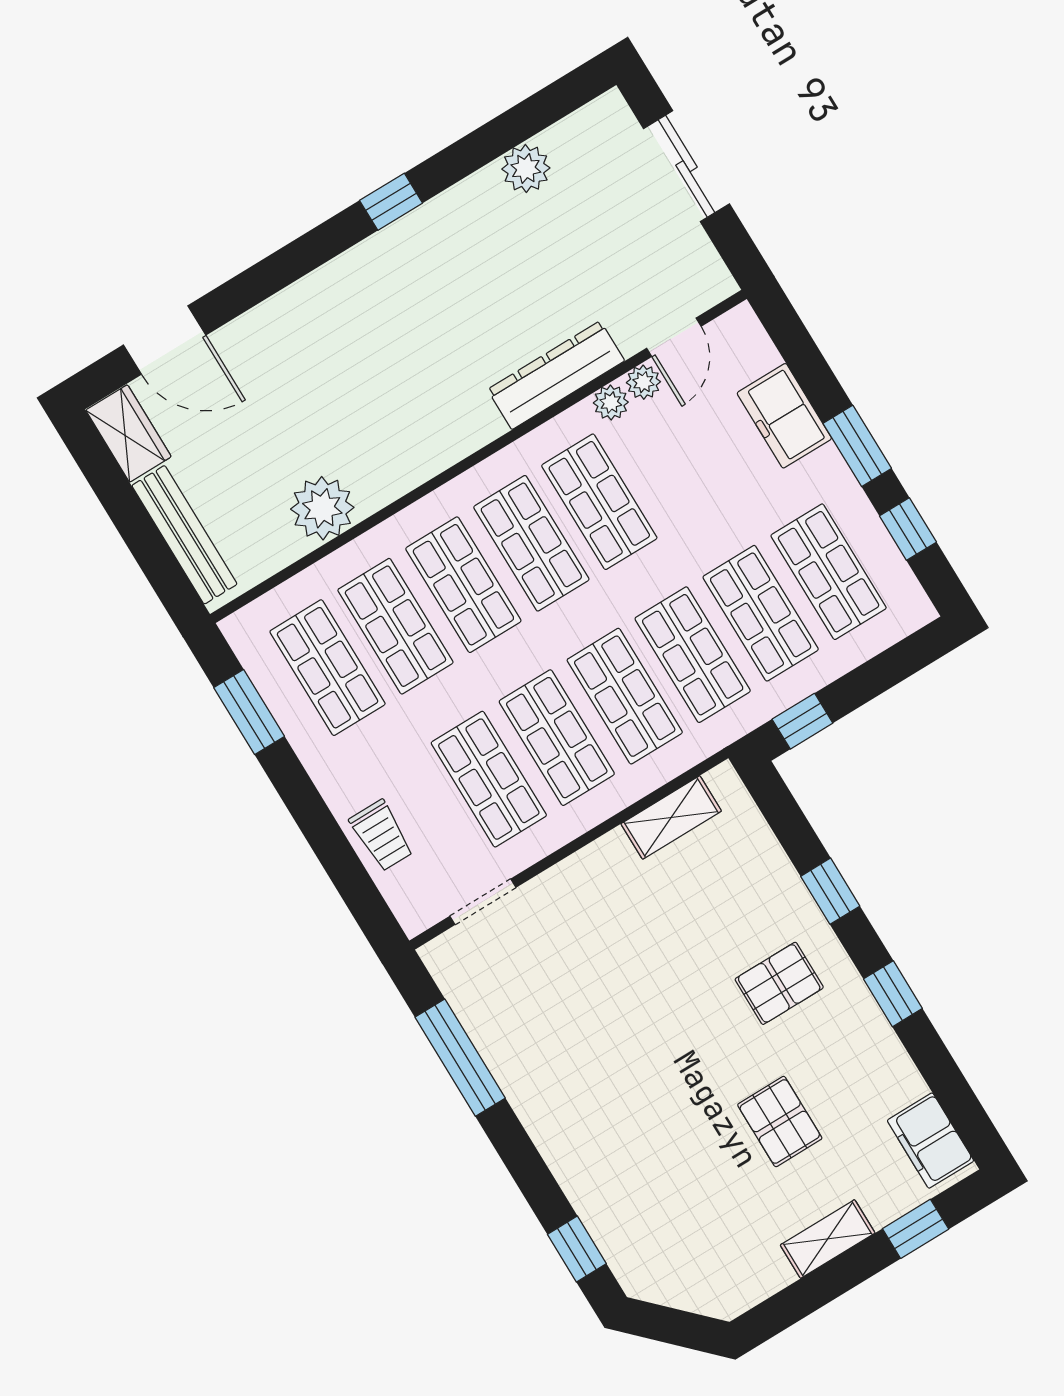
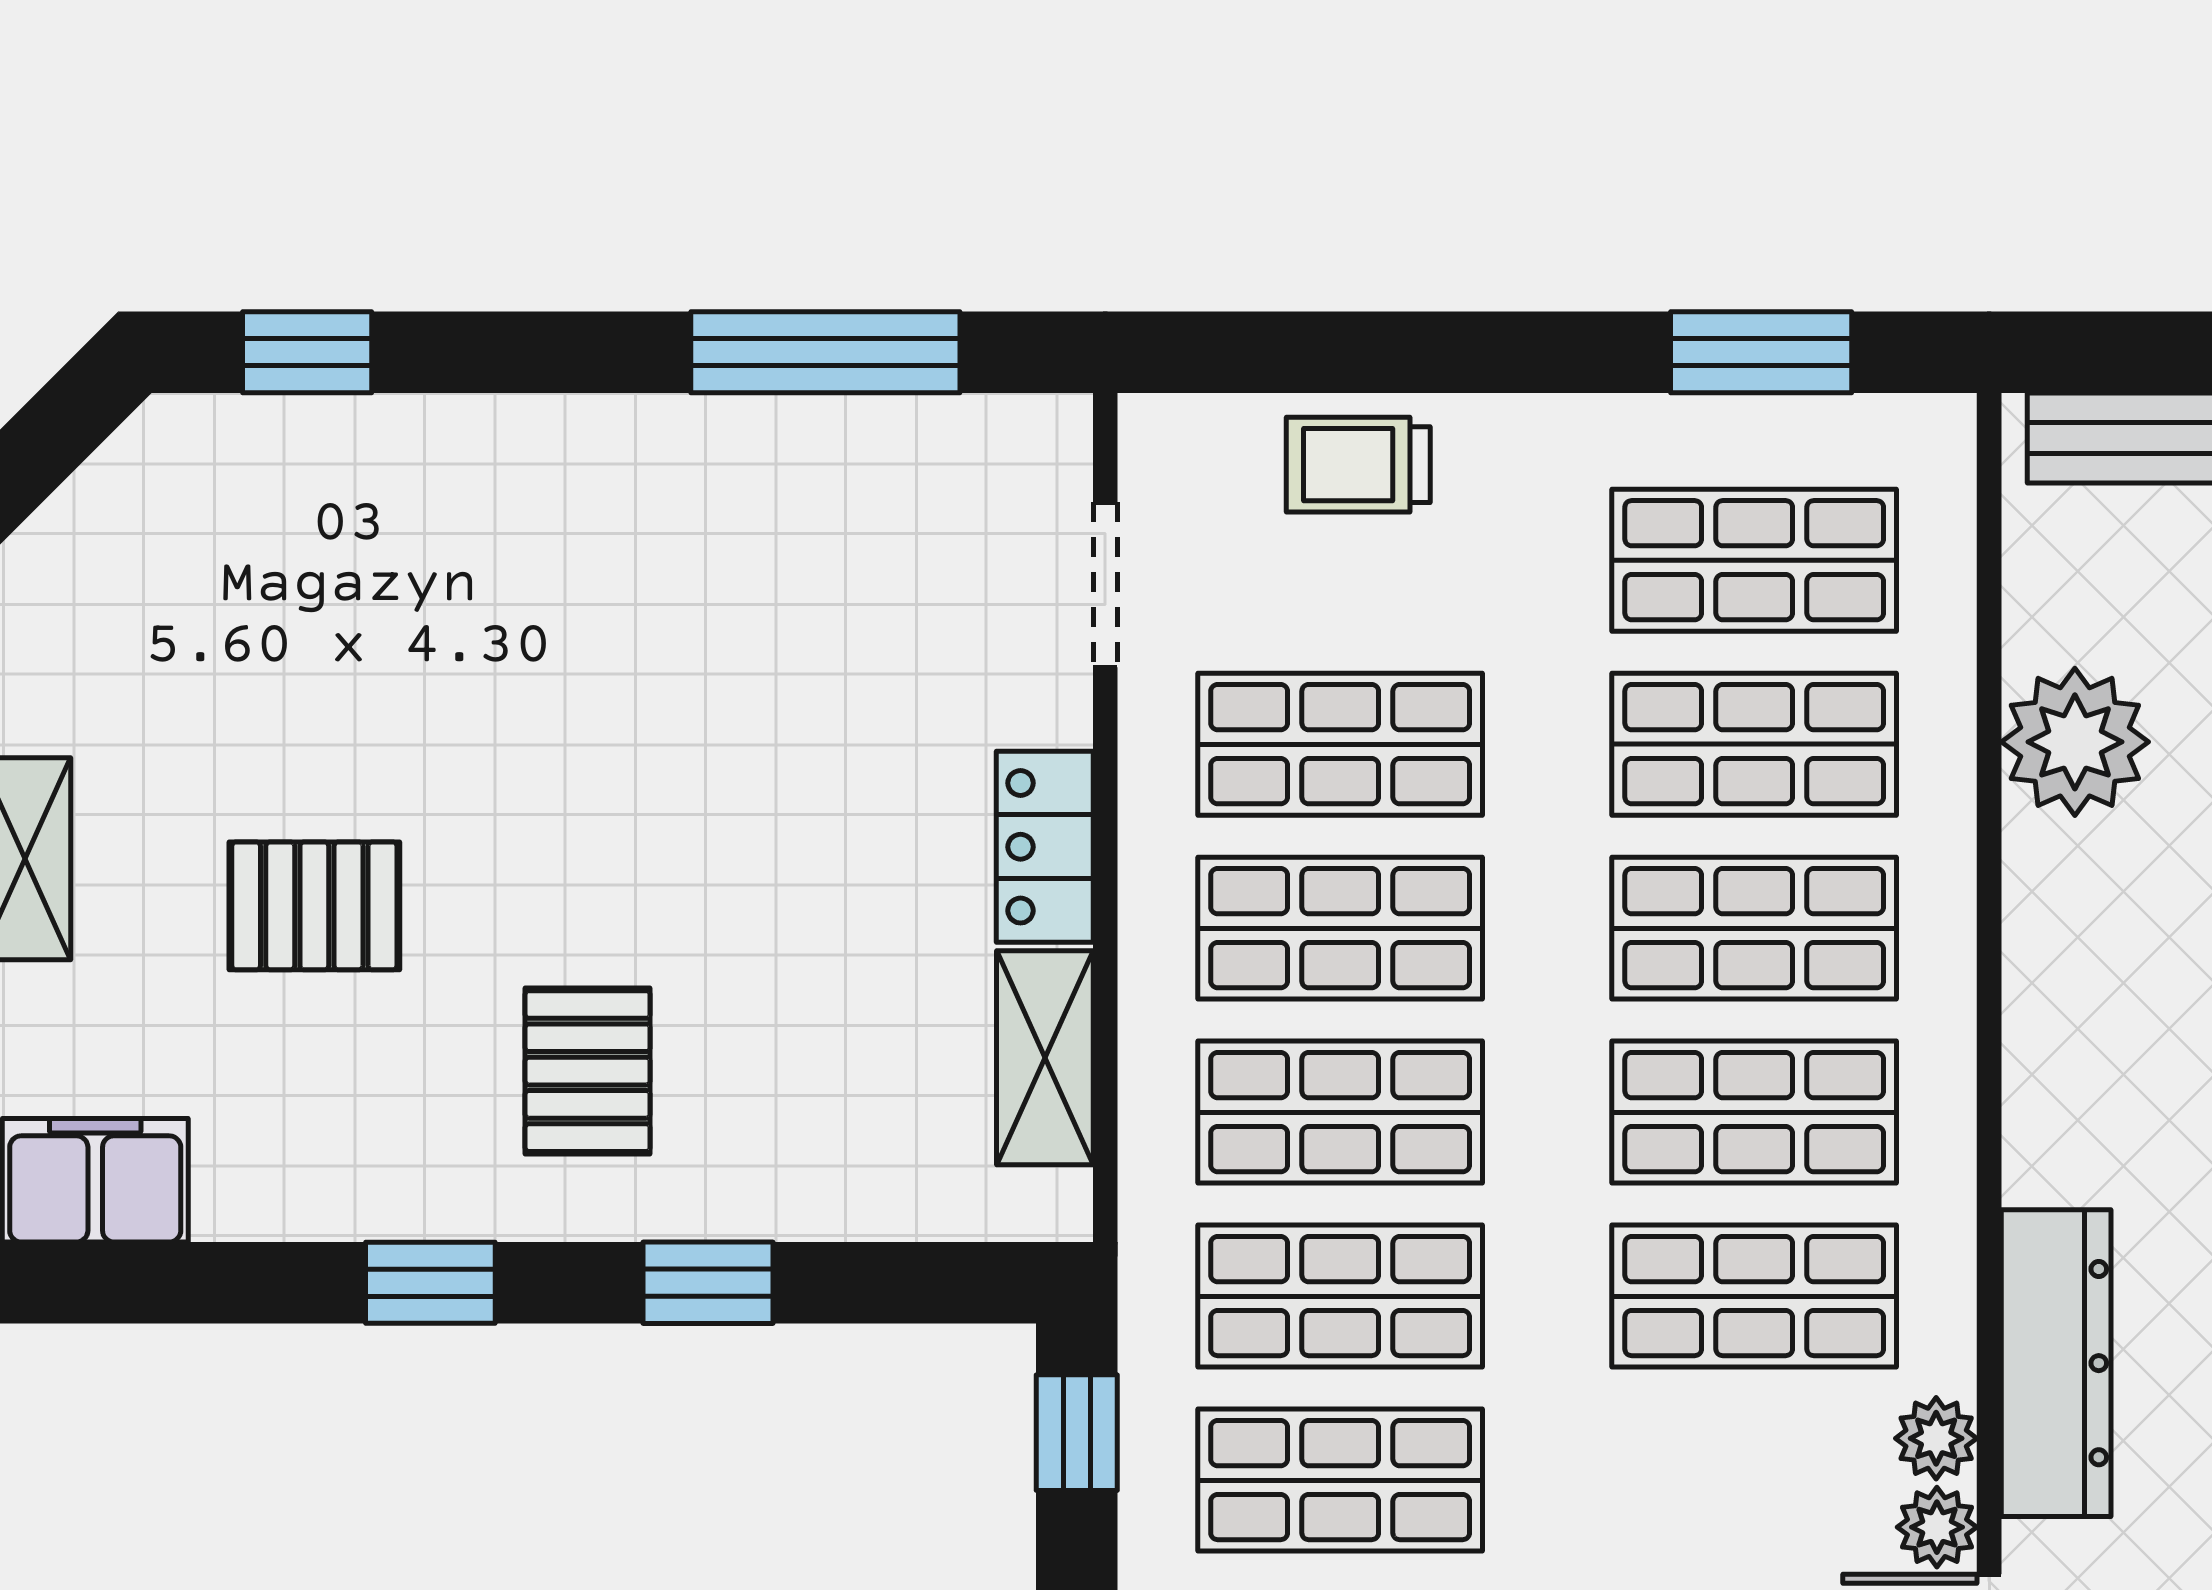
locker: (593, 865) -> (1045, 847), added

